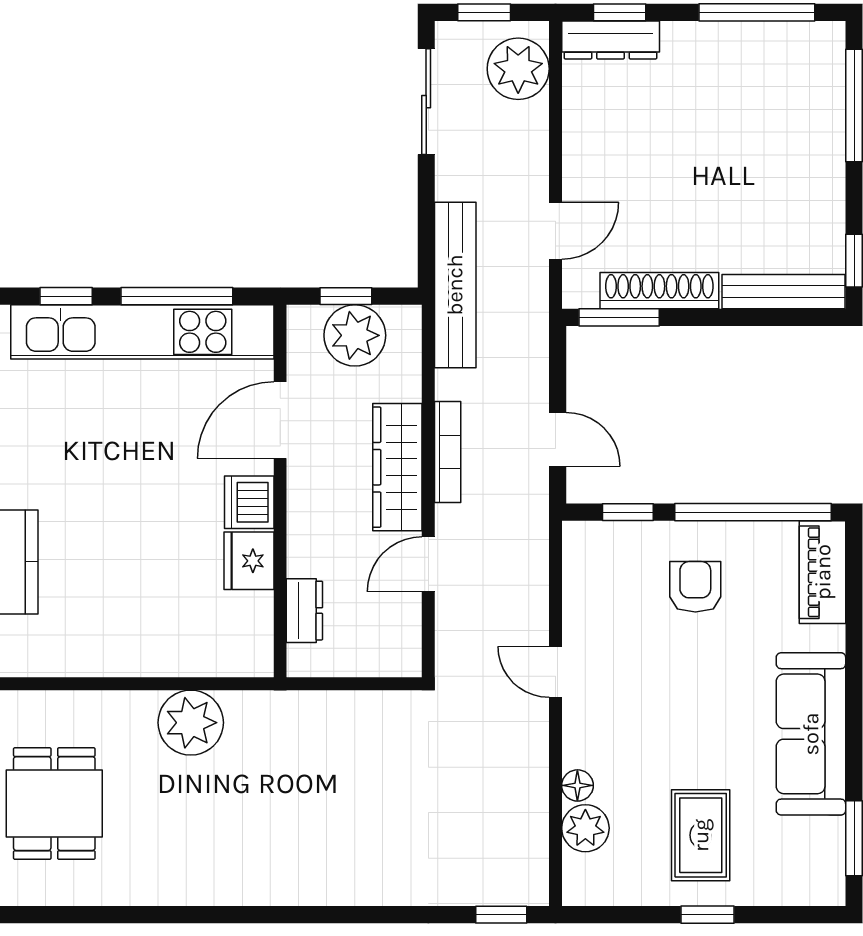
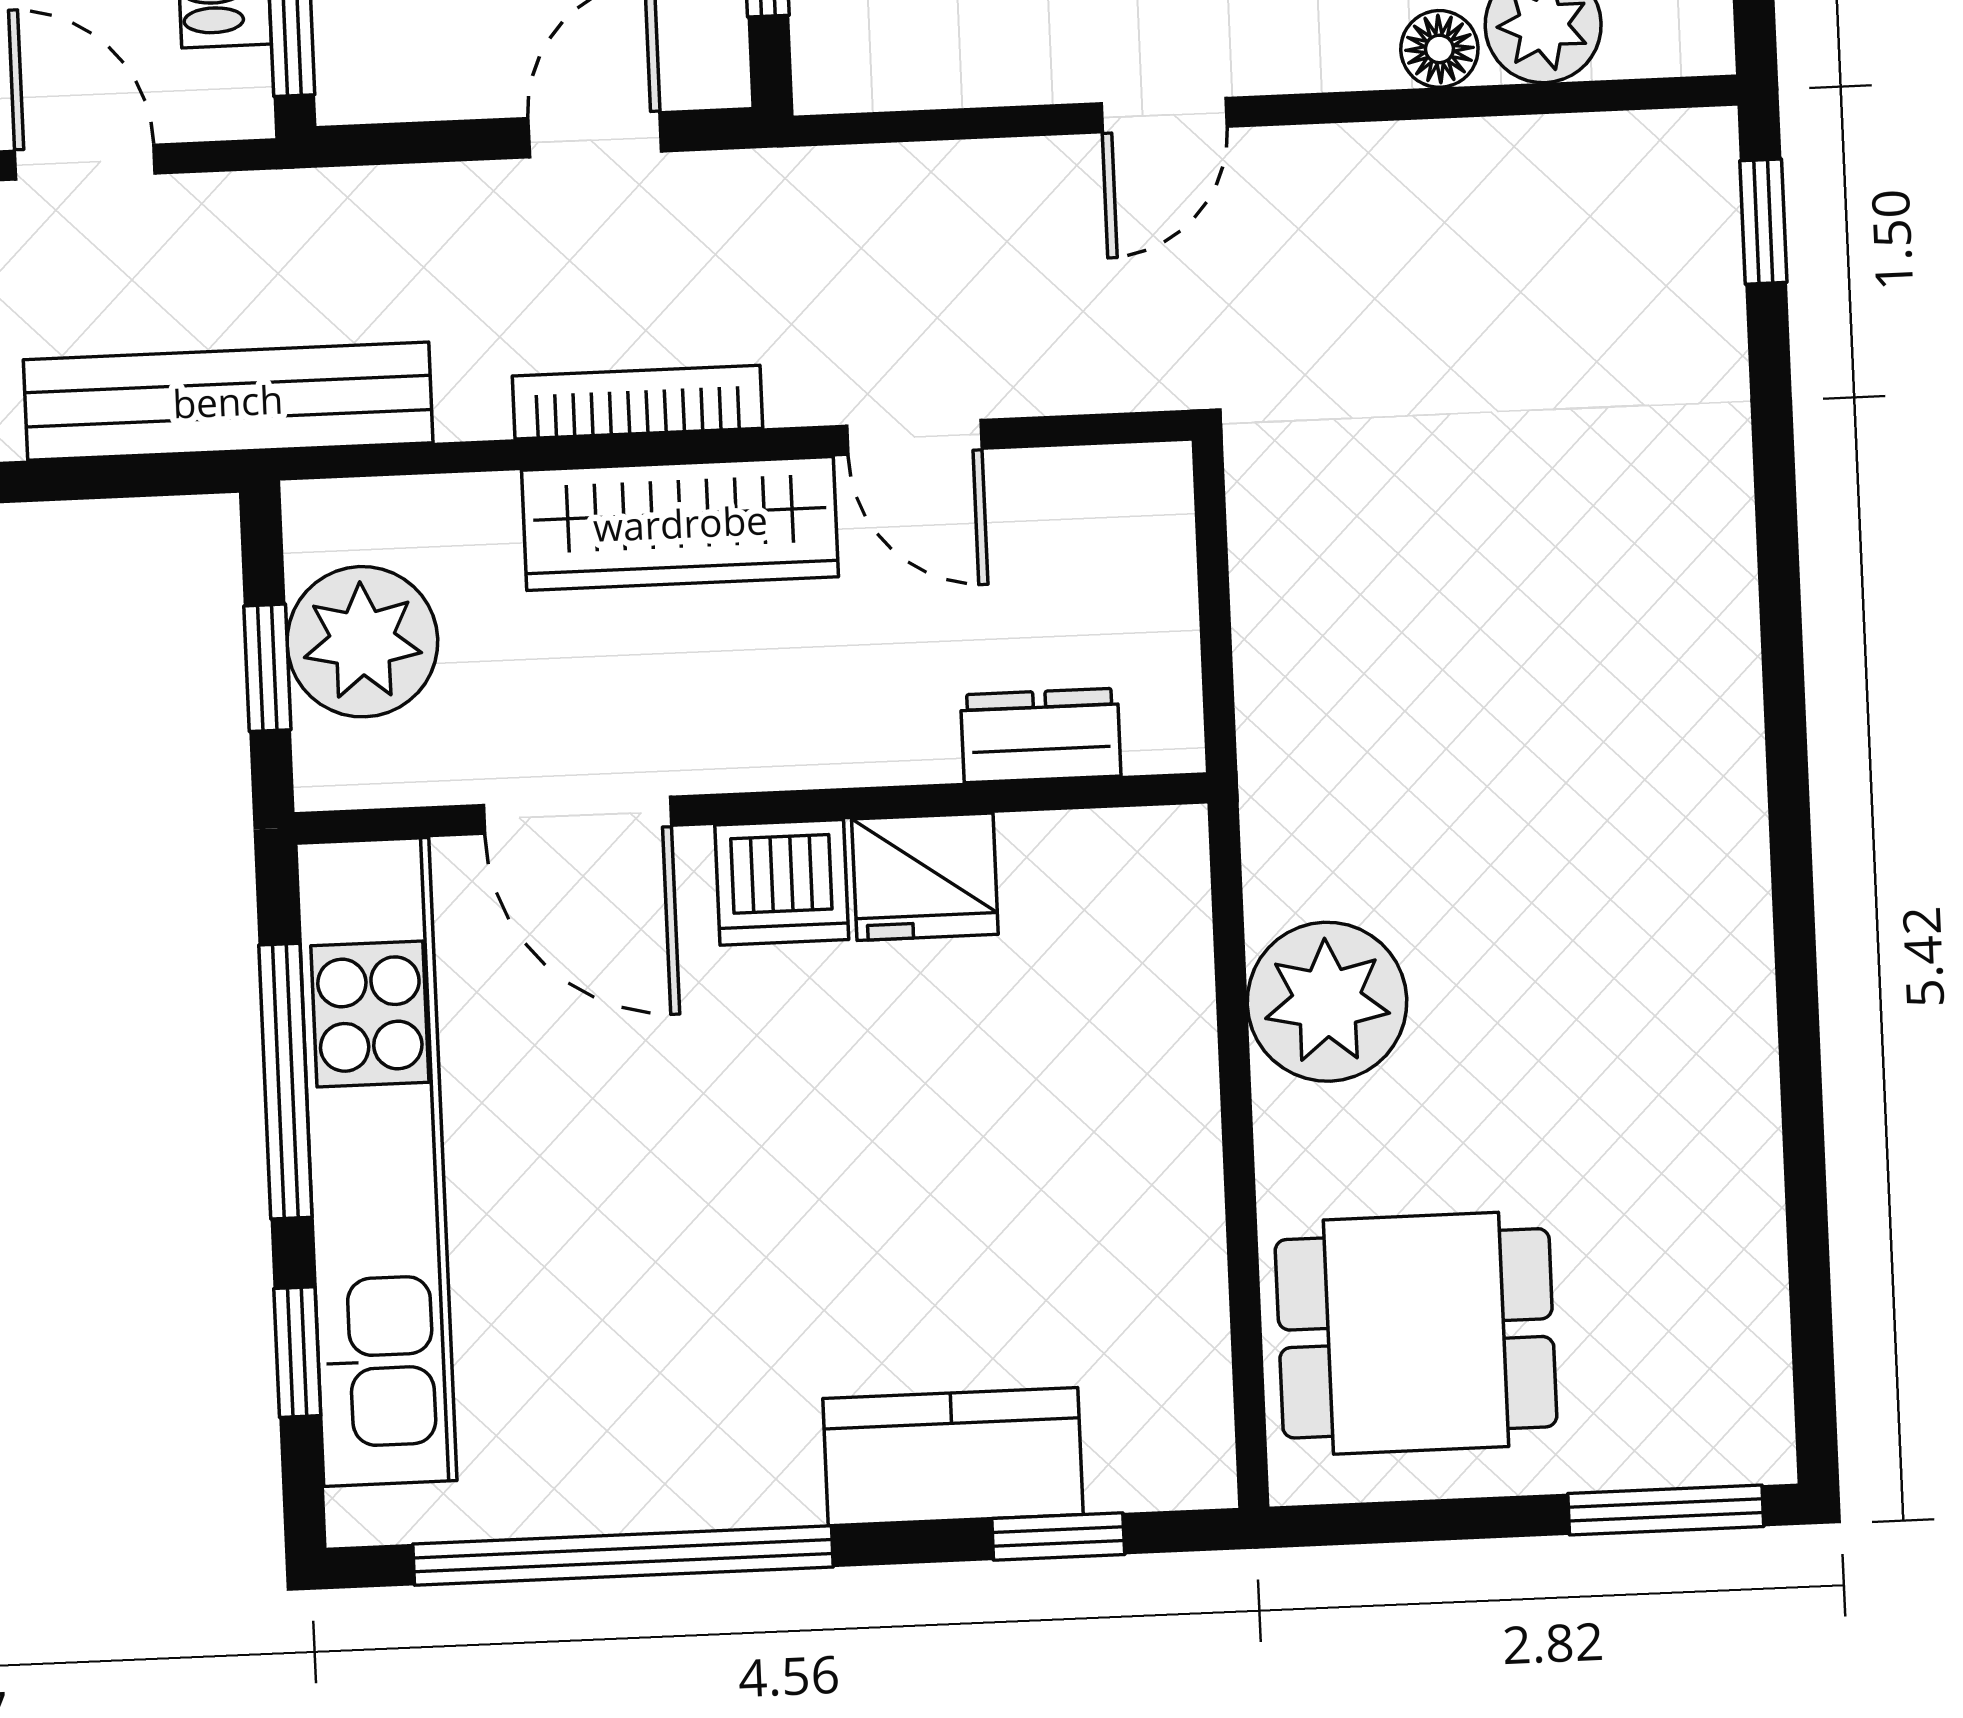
dining table: (54, 804) -> (1416, 1333), moved

